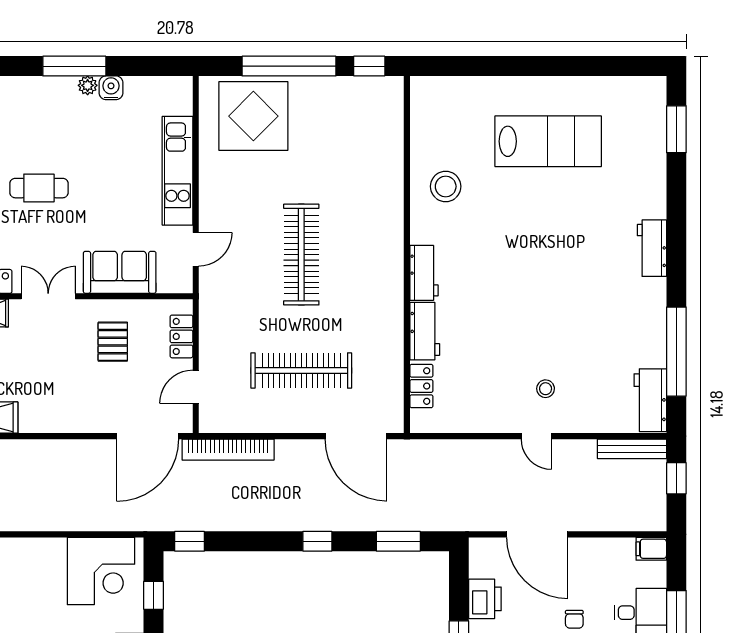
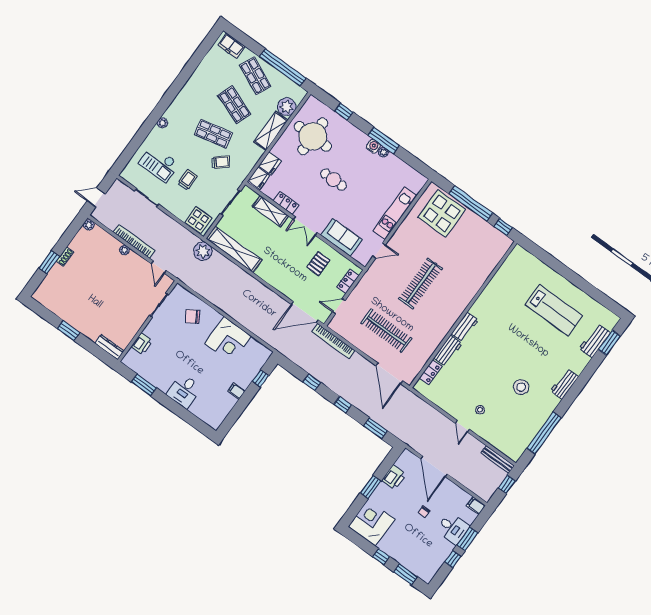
water cooler: (111, 88) -> (373, 146), moved
stool: (446, 186) -> (521, 387), moved
double door: (48, 296) -> (305, 226), swing flipped
workbench: (650, 400) -> (595, 341), moved
window: (190, 541) -> (312, 382), moved
corner desk: (101, 571) -> (228, 340), moved

